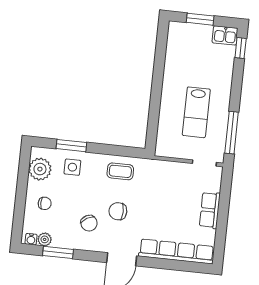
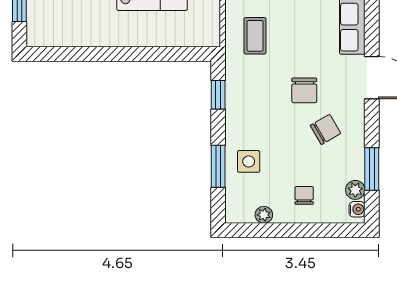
window: (121, 151) -> (218, 95), added
plant: (40, 169) -> (264, 215), width x0.53, depth x0.53
coffee table: (120, 171) -> (255, 36), moved

